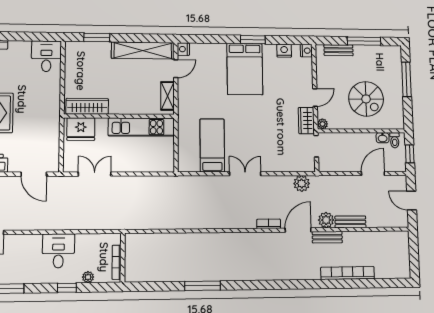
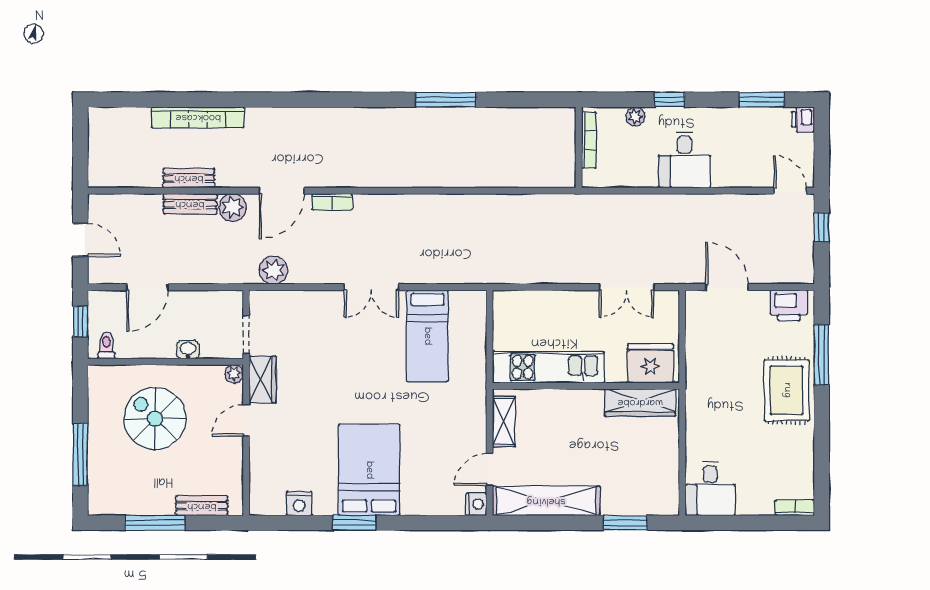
nightstand: (306, 51) -> (260, 504), removed
washbasin: (383, 138) -> (188, 350), moved
bench: (327, 237) -> (189, 178), moved

